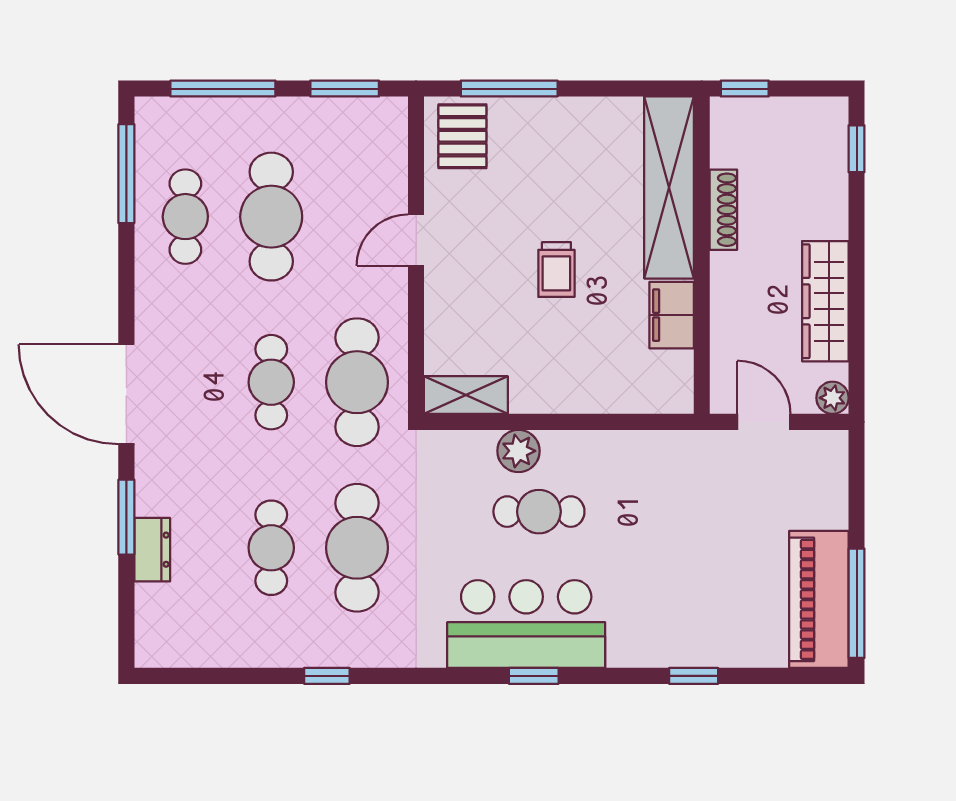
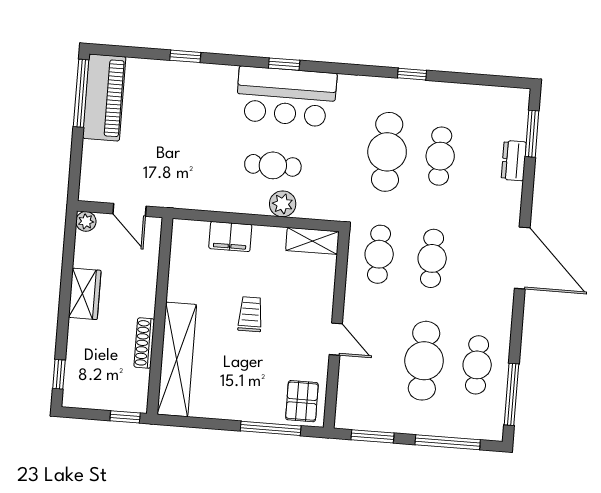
door: (416, 240) -> (336, 339), hinge flipped
wardrobe: (825, 301) -> (85, 294), width x0.67
filing cabinet: (672, 315) -> (230, 237), moved, turned 90
cafe table: (357, 382) -> (379, 254), width x0.73, depth x0.74
window: (126, 517) -> (532, 134), moved

